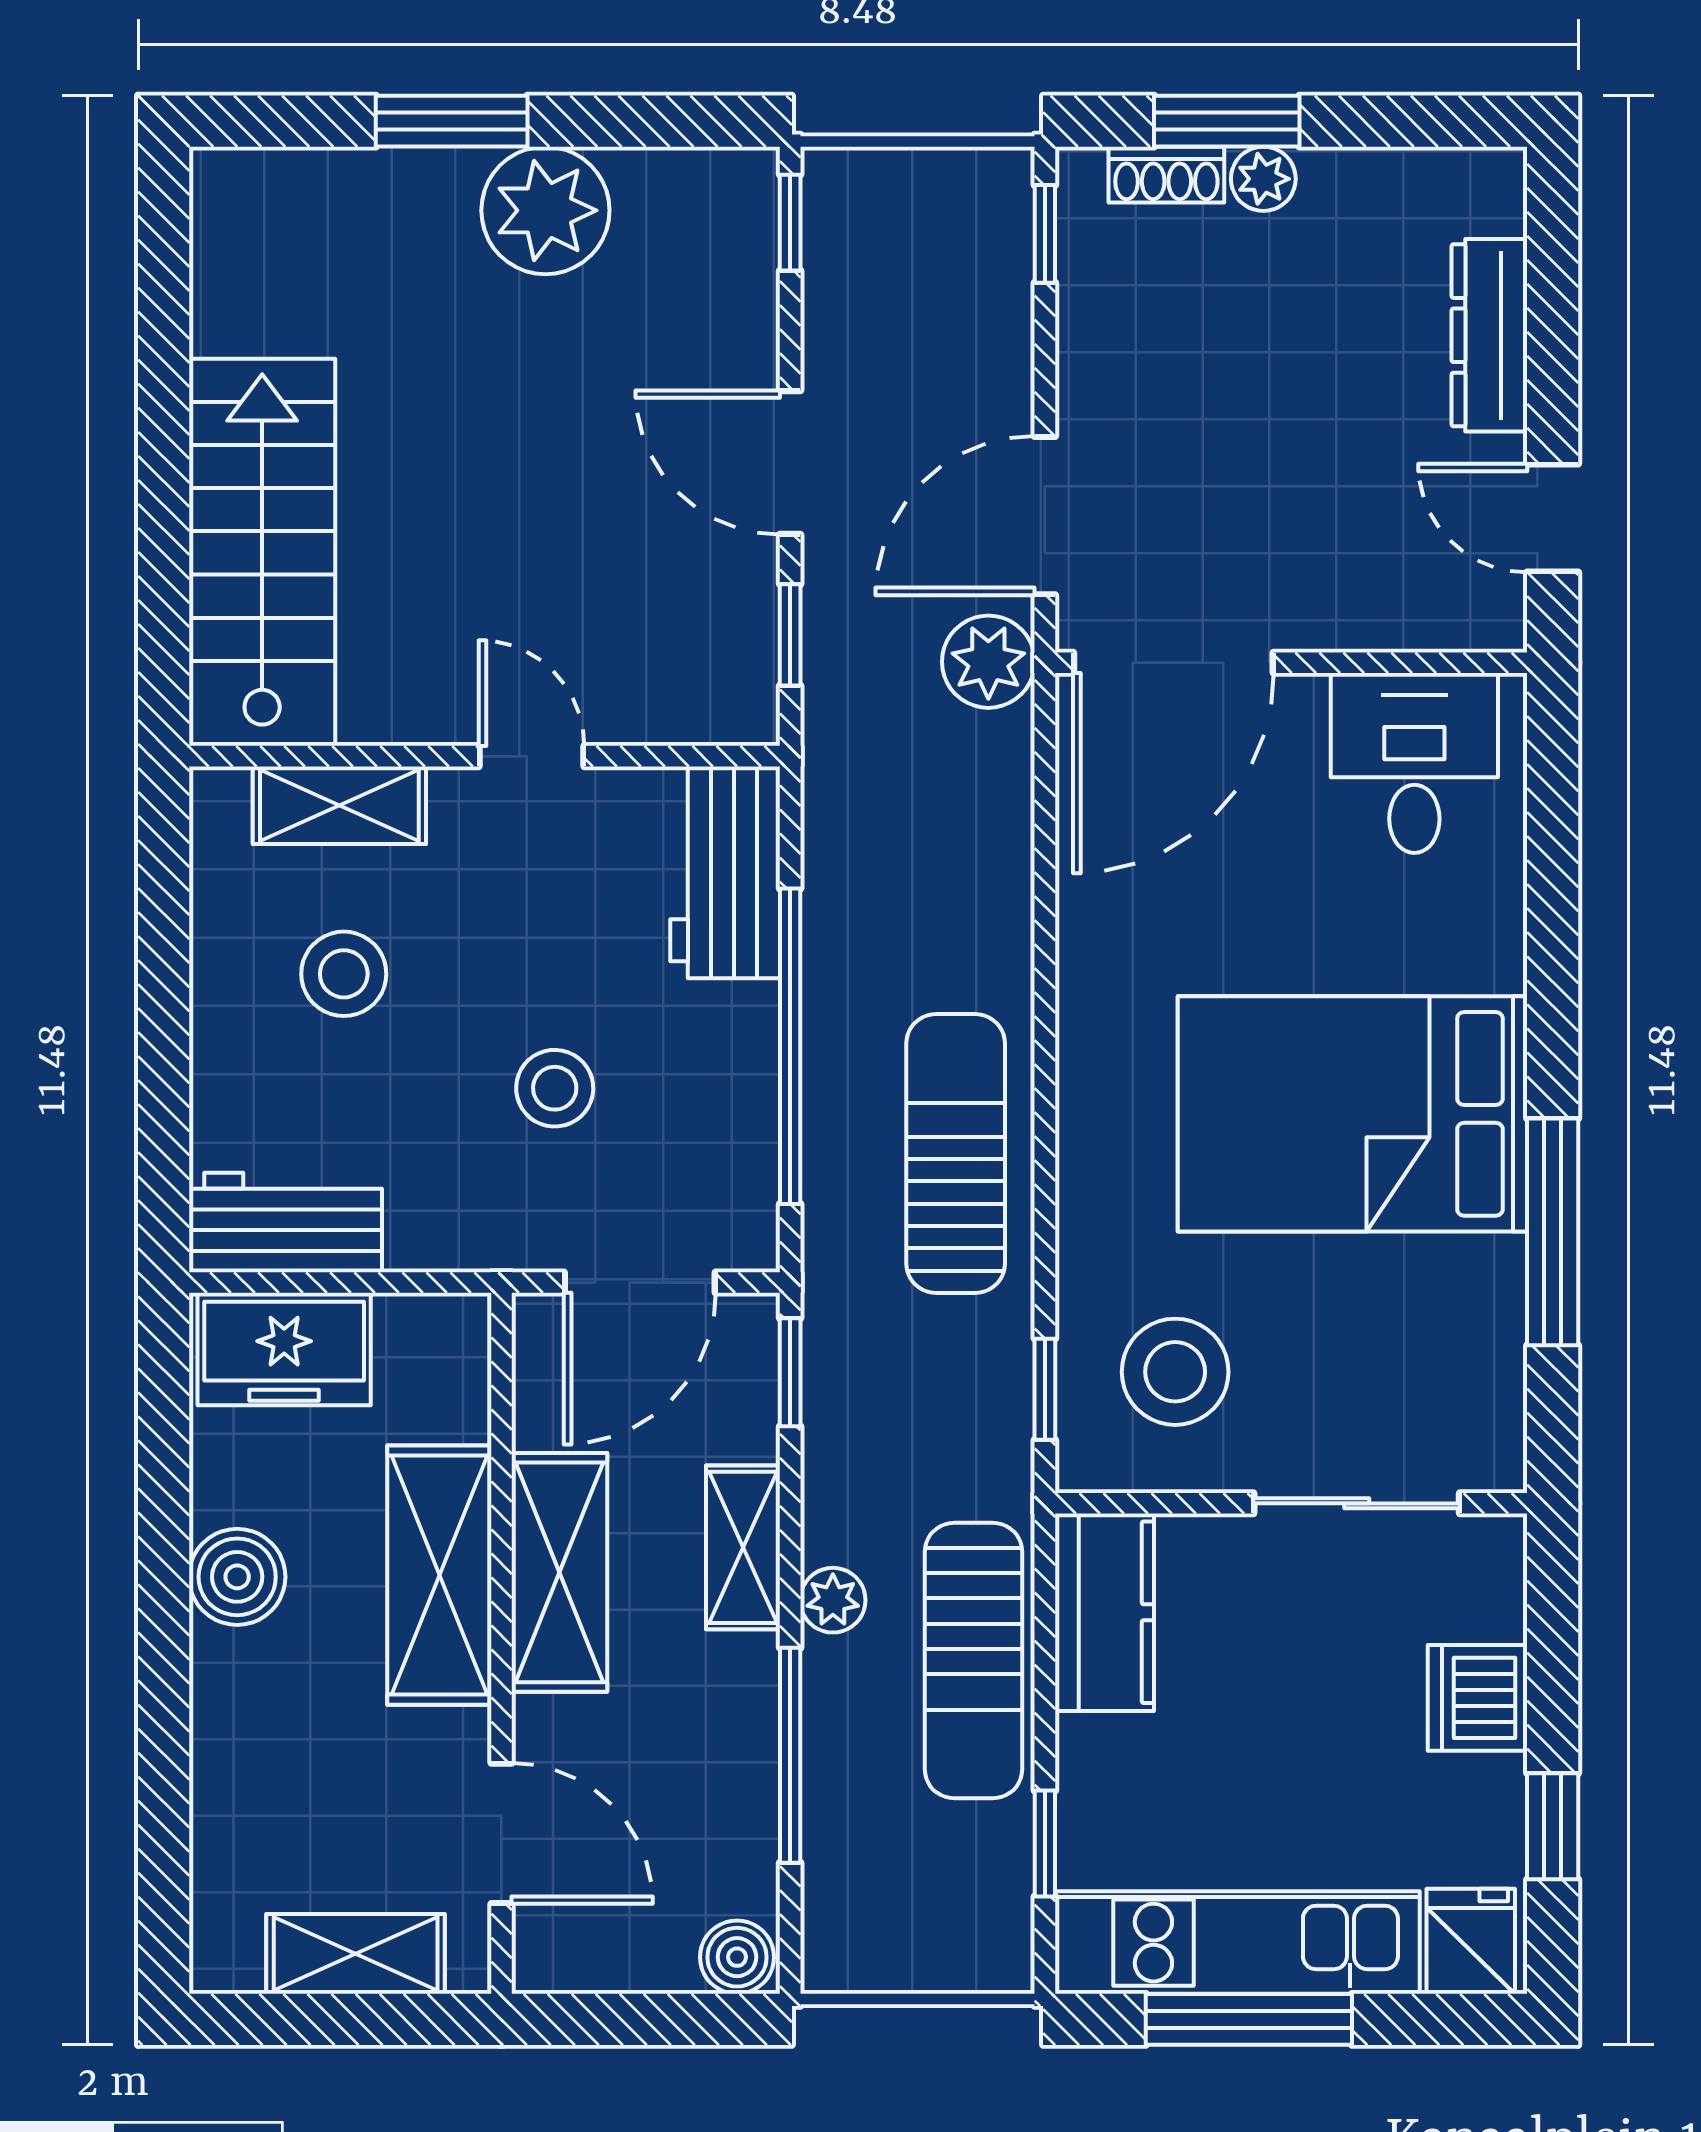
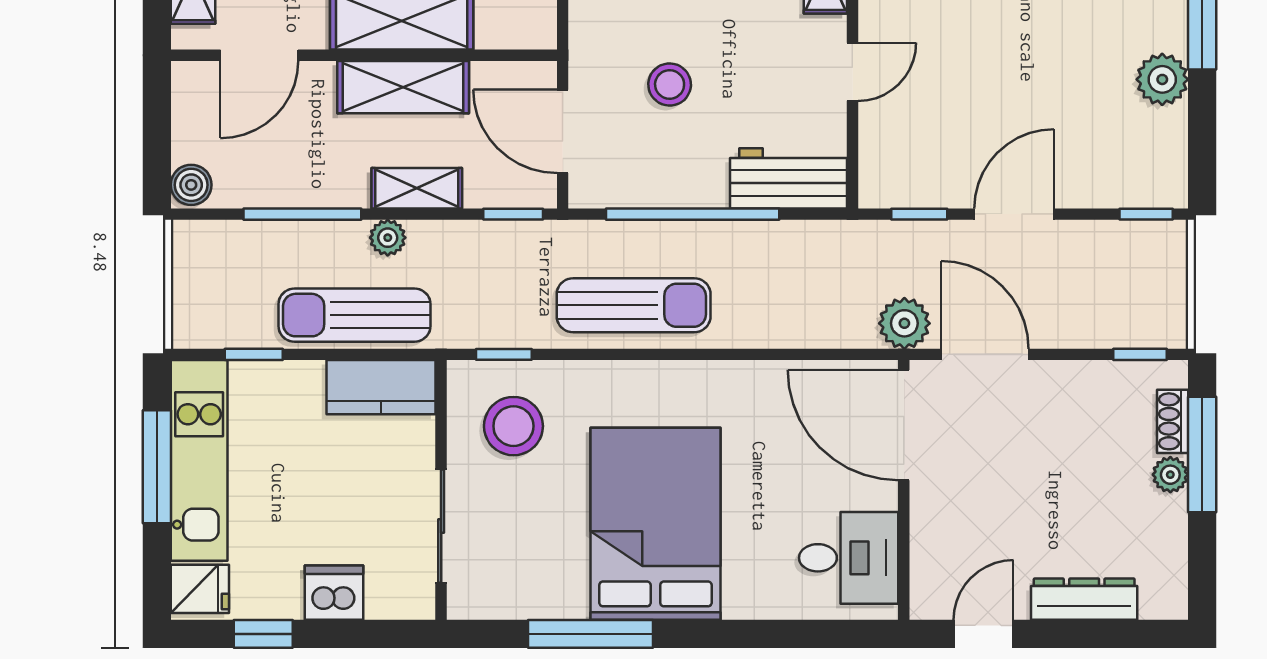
window: (1227, 121) -> (1202, 454), width x1.44
plant: (545, 210) -> (1162, 79), width x0.73, depth x0.73

